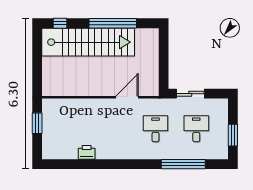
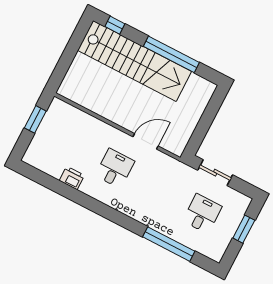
desk: (155, 129) -> (115, 168), moved
window: (233, 135) -> (244, 229), moved

